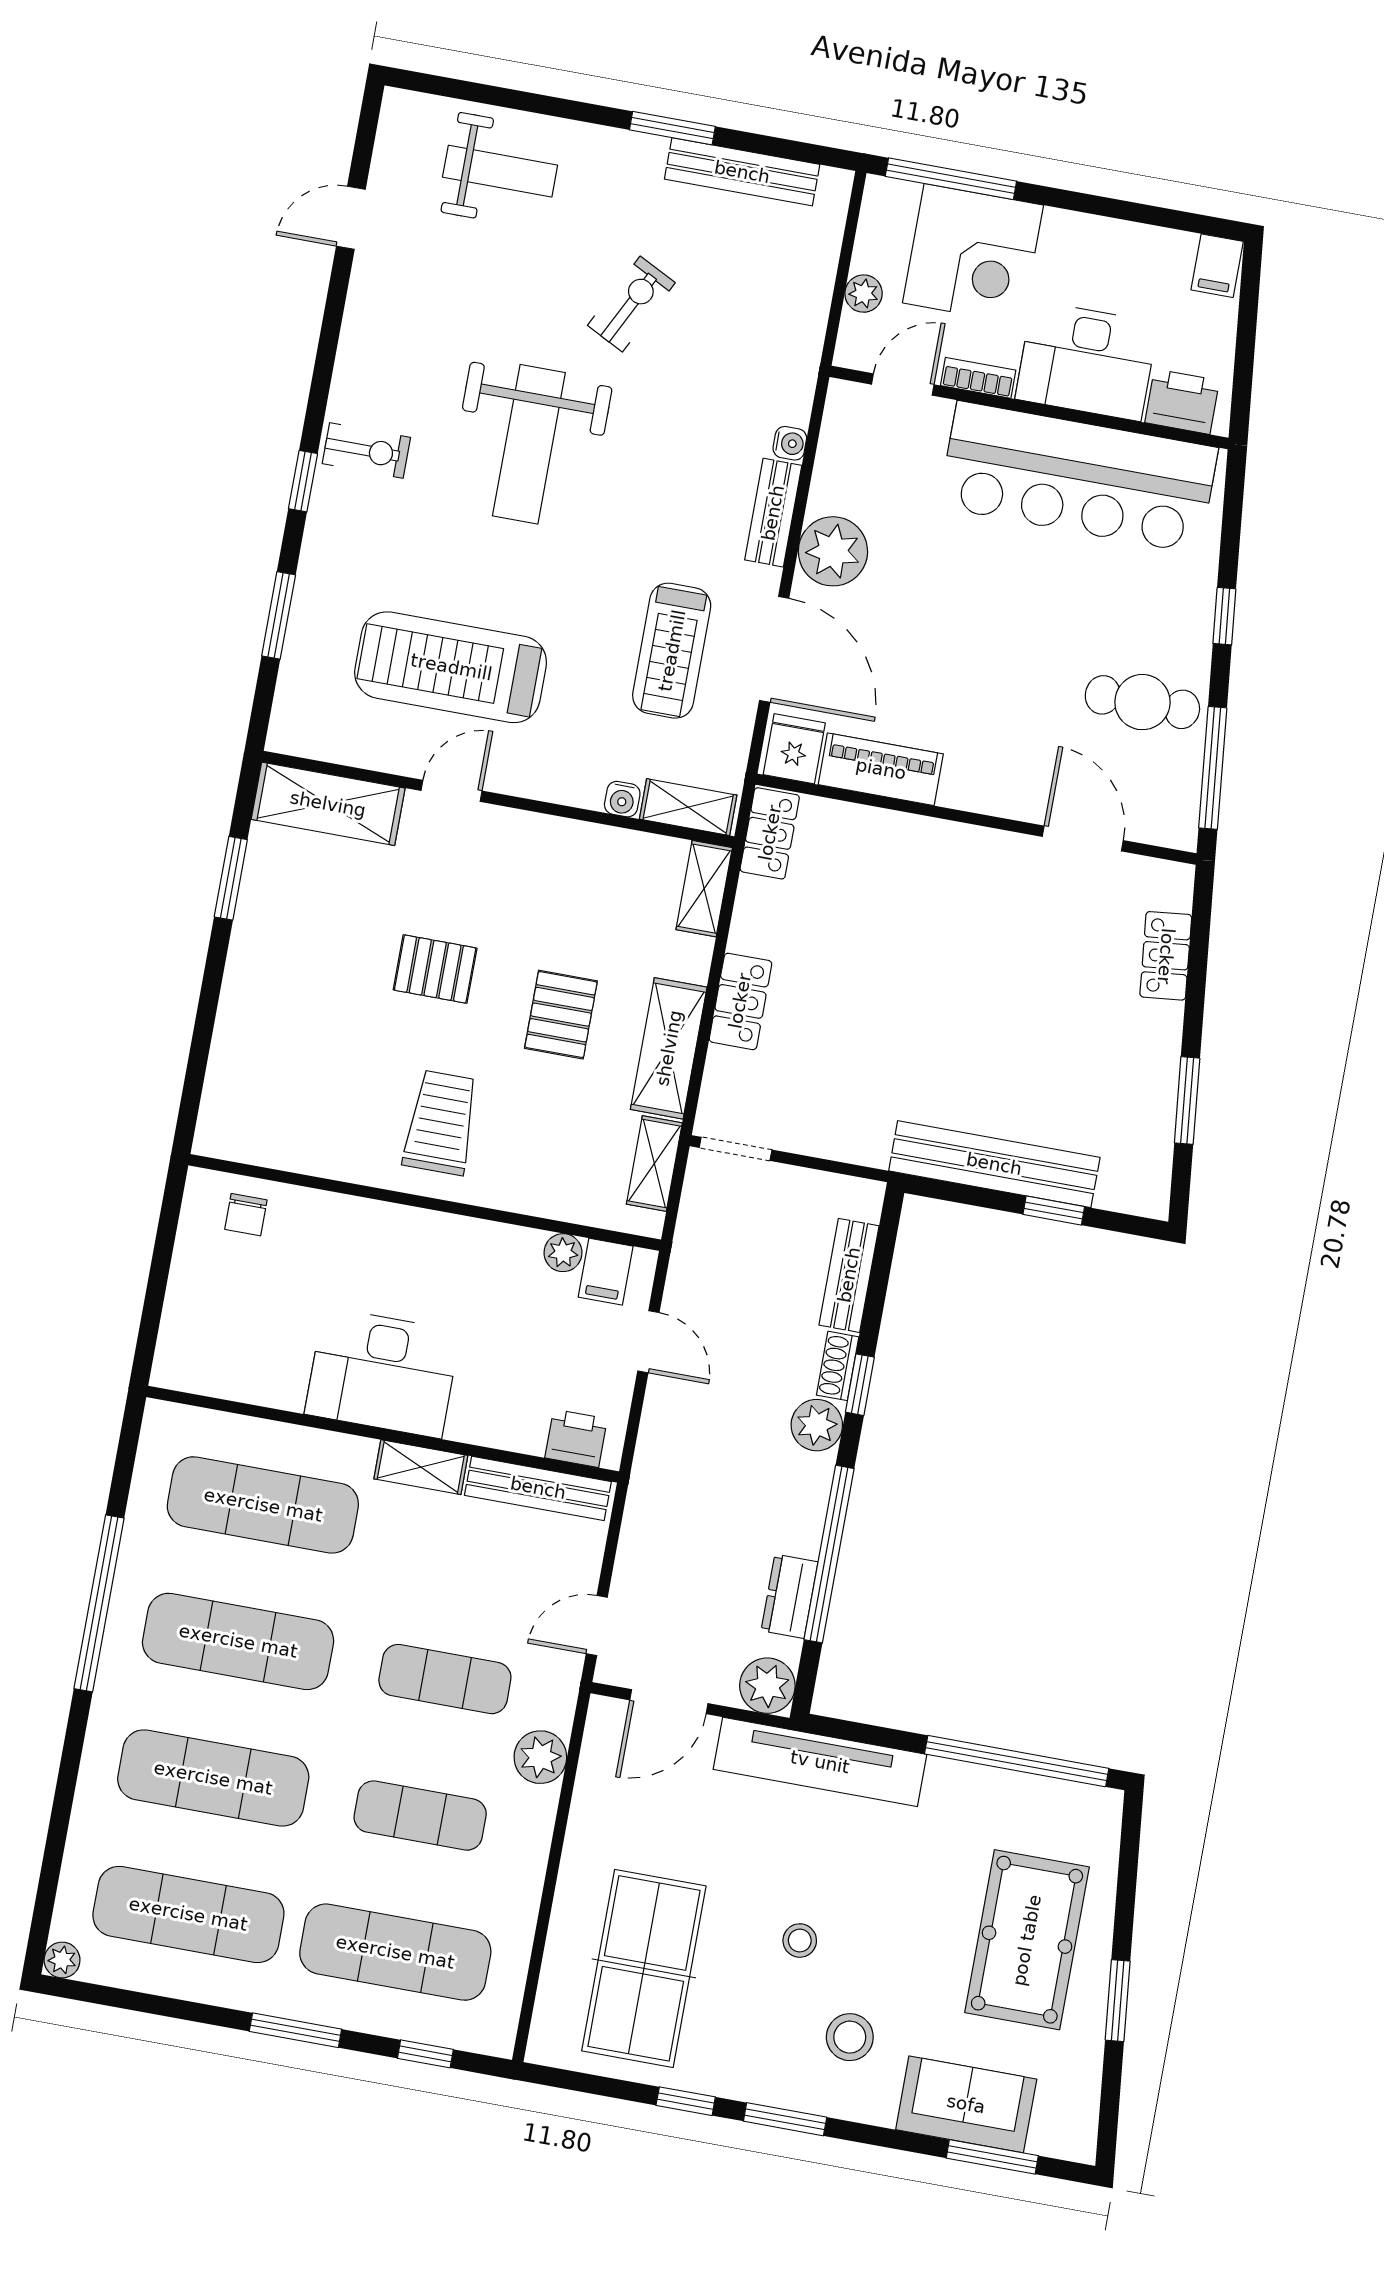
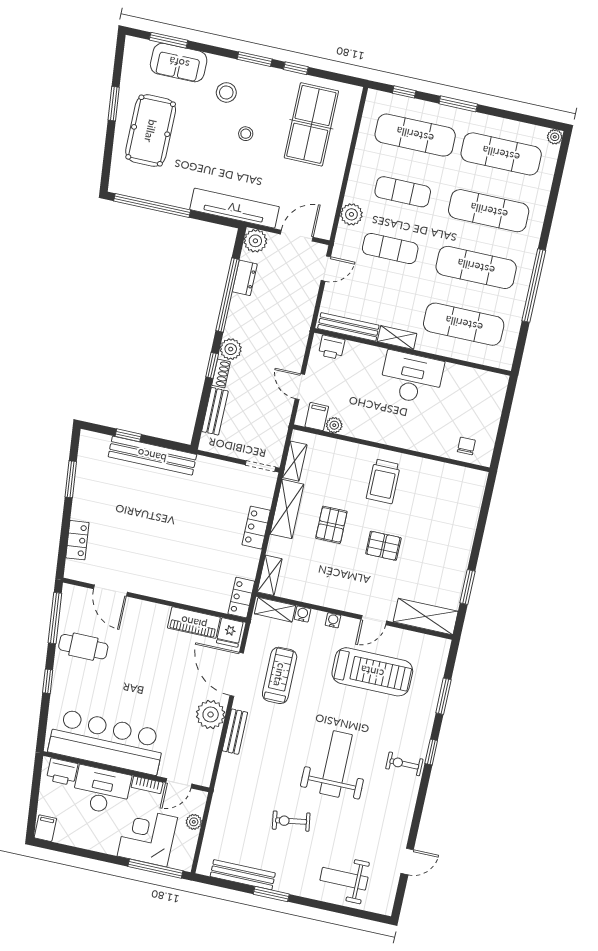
exercise bike: (631, 304) -> (291, 821), turned 54
water cooler: (790, 443) -> (333, 620), moved, turned 90

